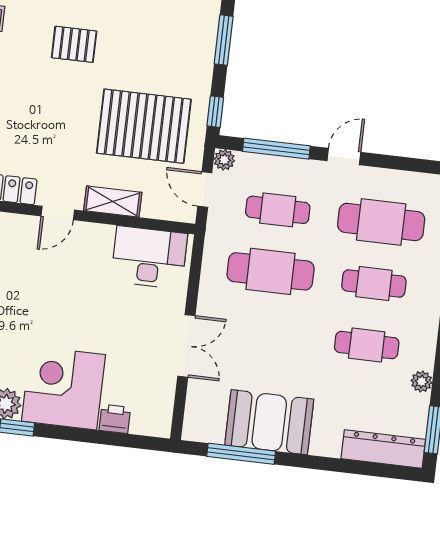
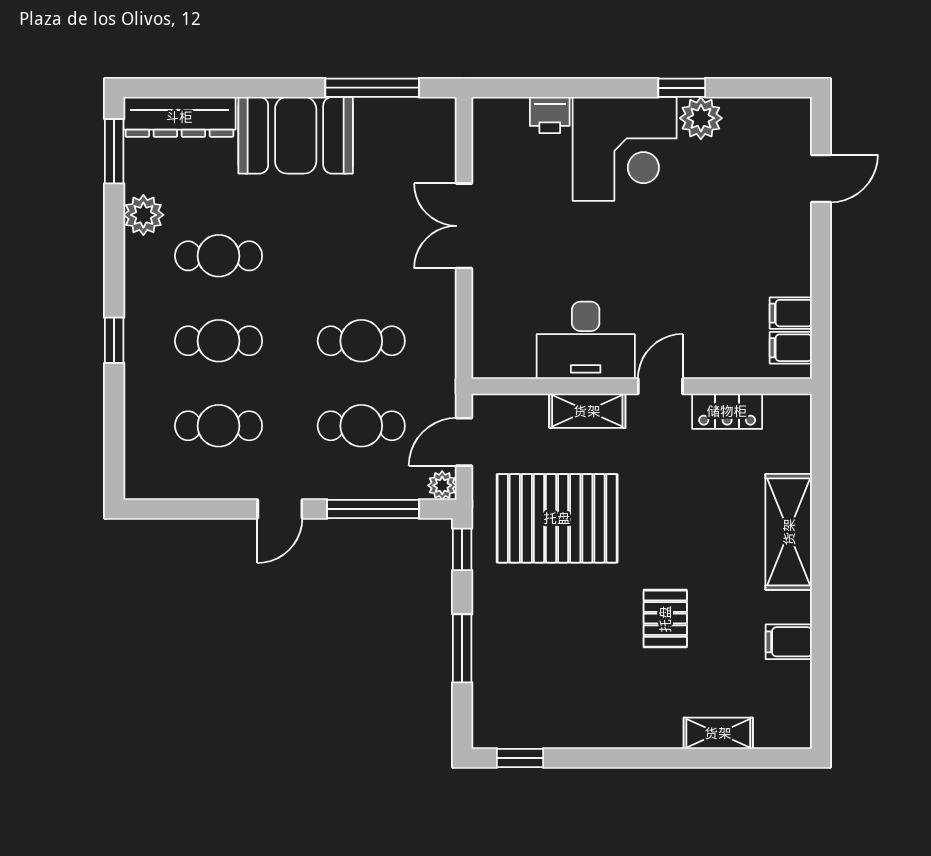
pallet: (74, 44) -> (665, 619), turned 90
door: (205, 189) -> (464, 442), swing flipped
cafe table: (381, 222) -> (219, 426), width x0.73, depth x0.74
desk: (149, 257) -> (586, 340), moved
cafe table: (271, 271) -> (361, 341), width x0.73, depth x0.74
plant: (422, 382) -> (143, 215), width x1.38, depth x1.38
booth: (269, 422) -> (296, 135), moved

